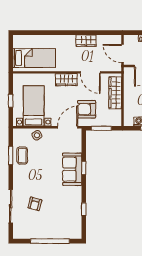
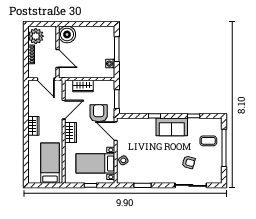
wardrobe: (86, 41) -> (33, 126), moved
door: (122, 54) -> (46, 79), hinge flipped
wardrobe: (115, 93) -> (83, 86), width x0.67
armchair: (87, 109) -> (99, 113), turned 180
coffee table: (22, 156) -> (208, 141), moved
sofa: (72, 169) -> (172, 127), moved

